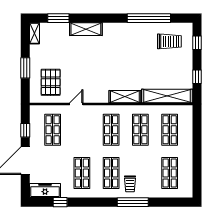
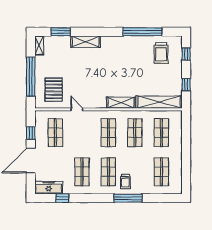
trolley: (169, 41) -> (161, 53), turned 90
window: (25, 68) -> (31, 77), width x2.11
door: (76, 104) -> (77, 109), hinge flipped

